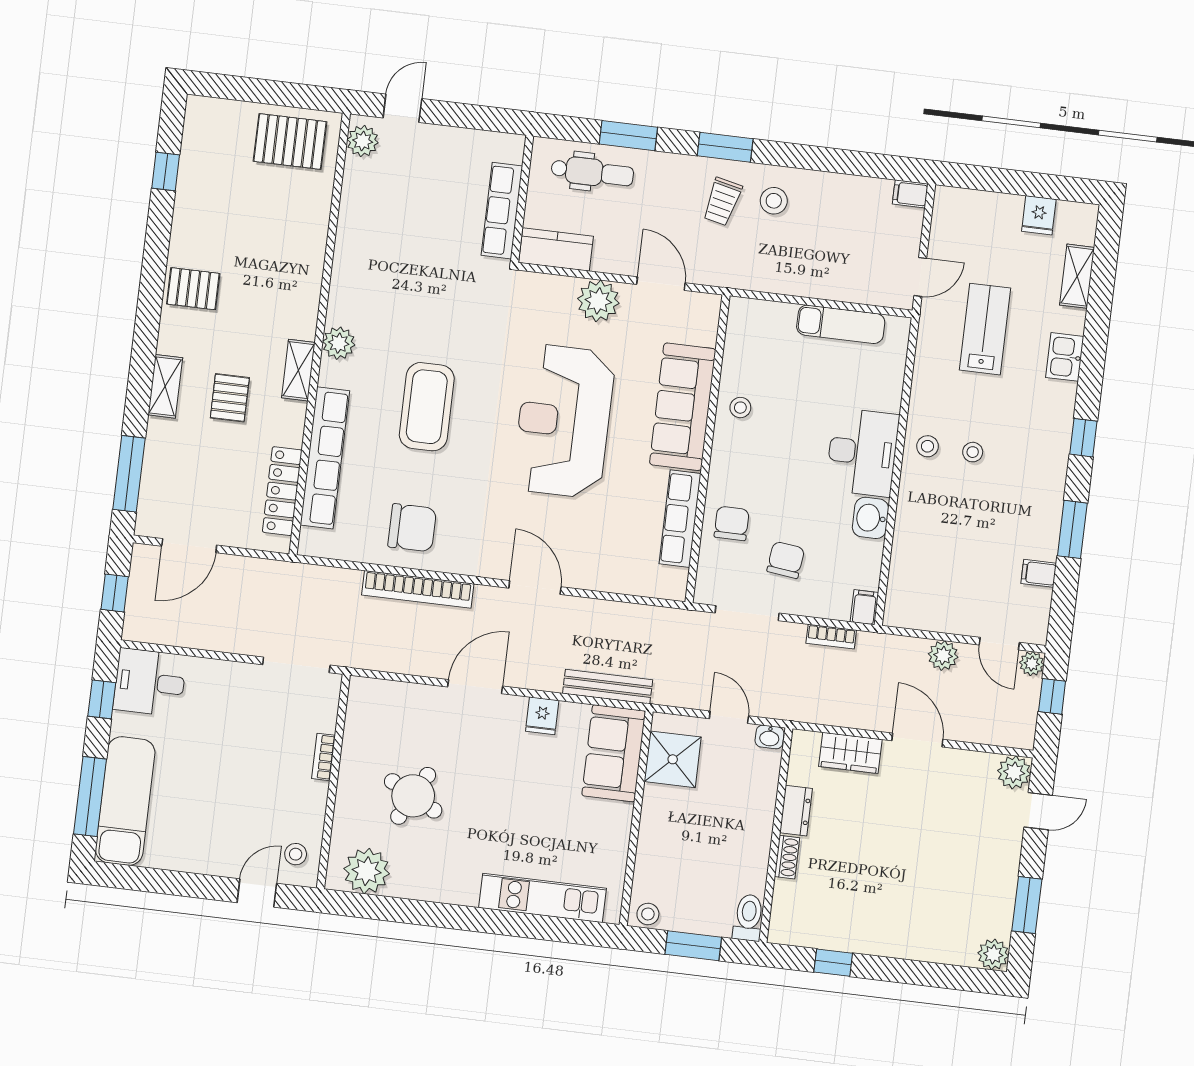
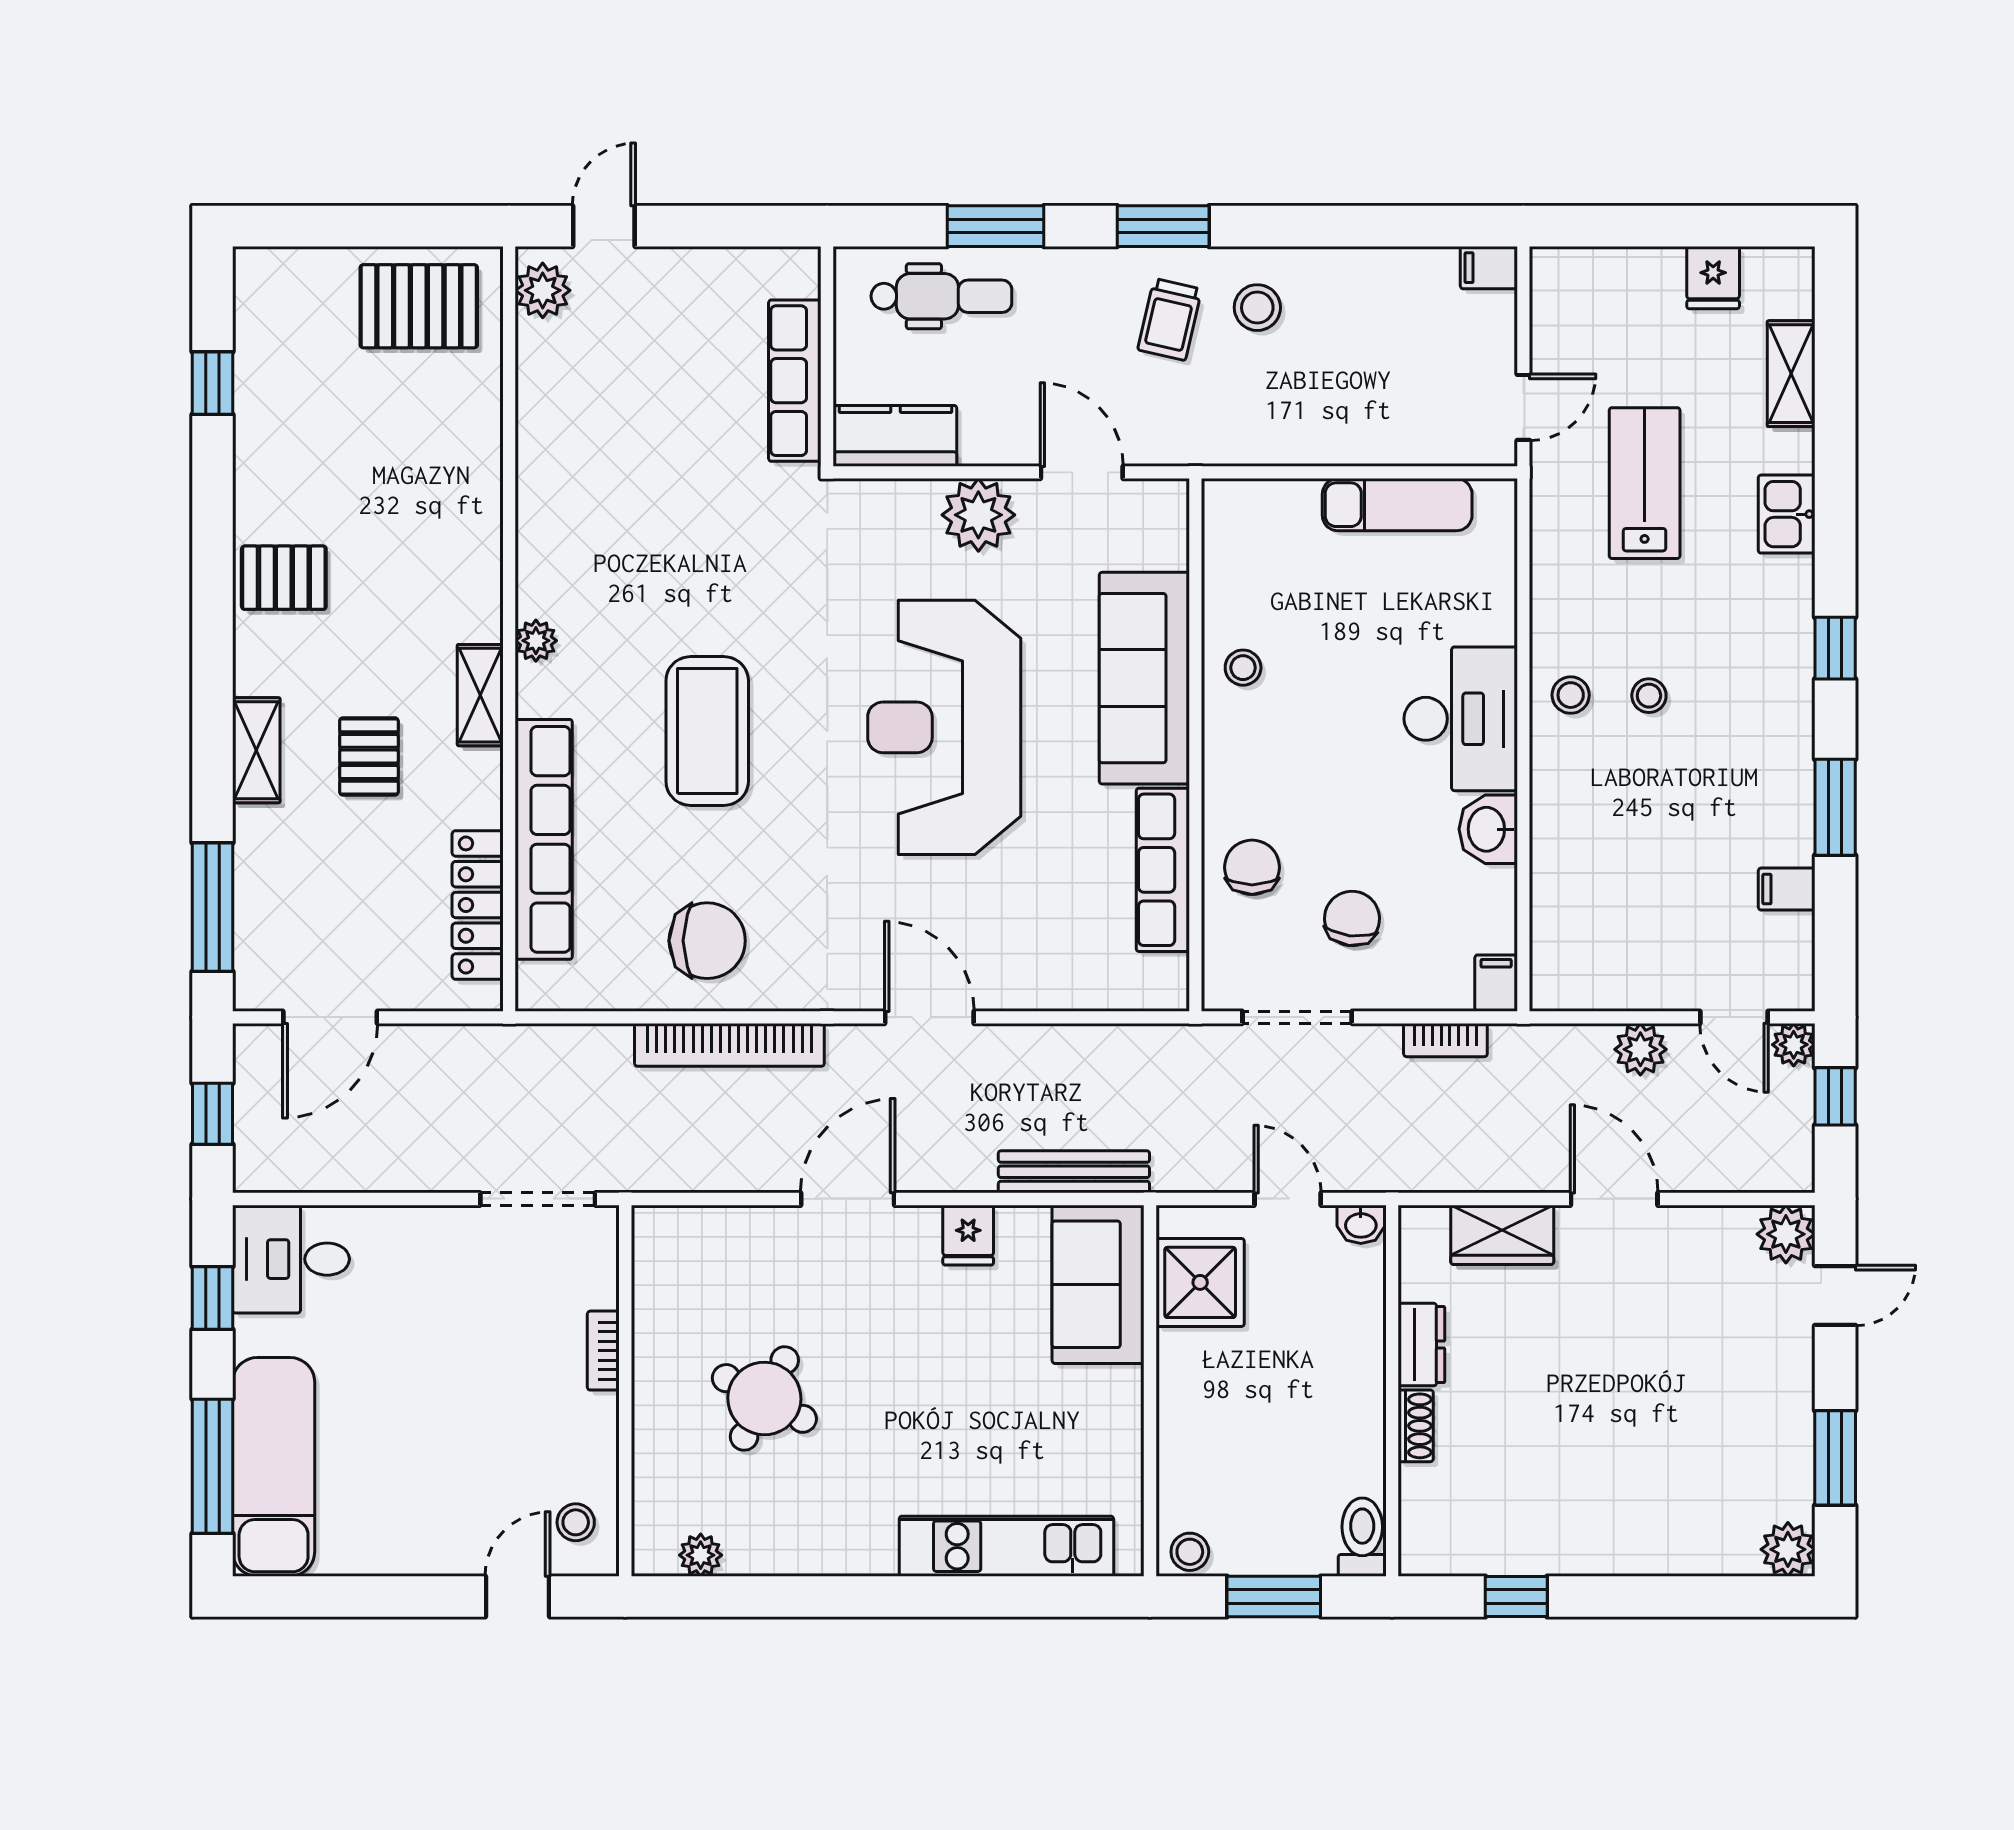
plant: (339, 343) -> (536, 641), width x0.73, depth x0.73
plant: (367, 871) -> (701, 1555), width x0.53, depth x0.53

